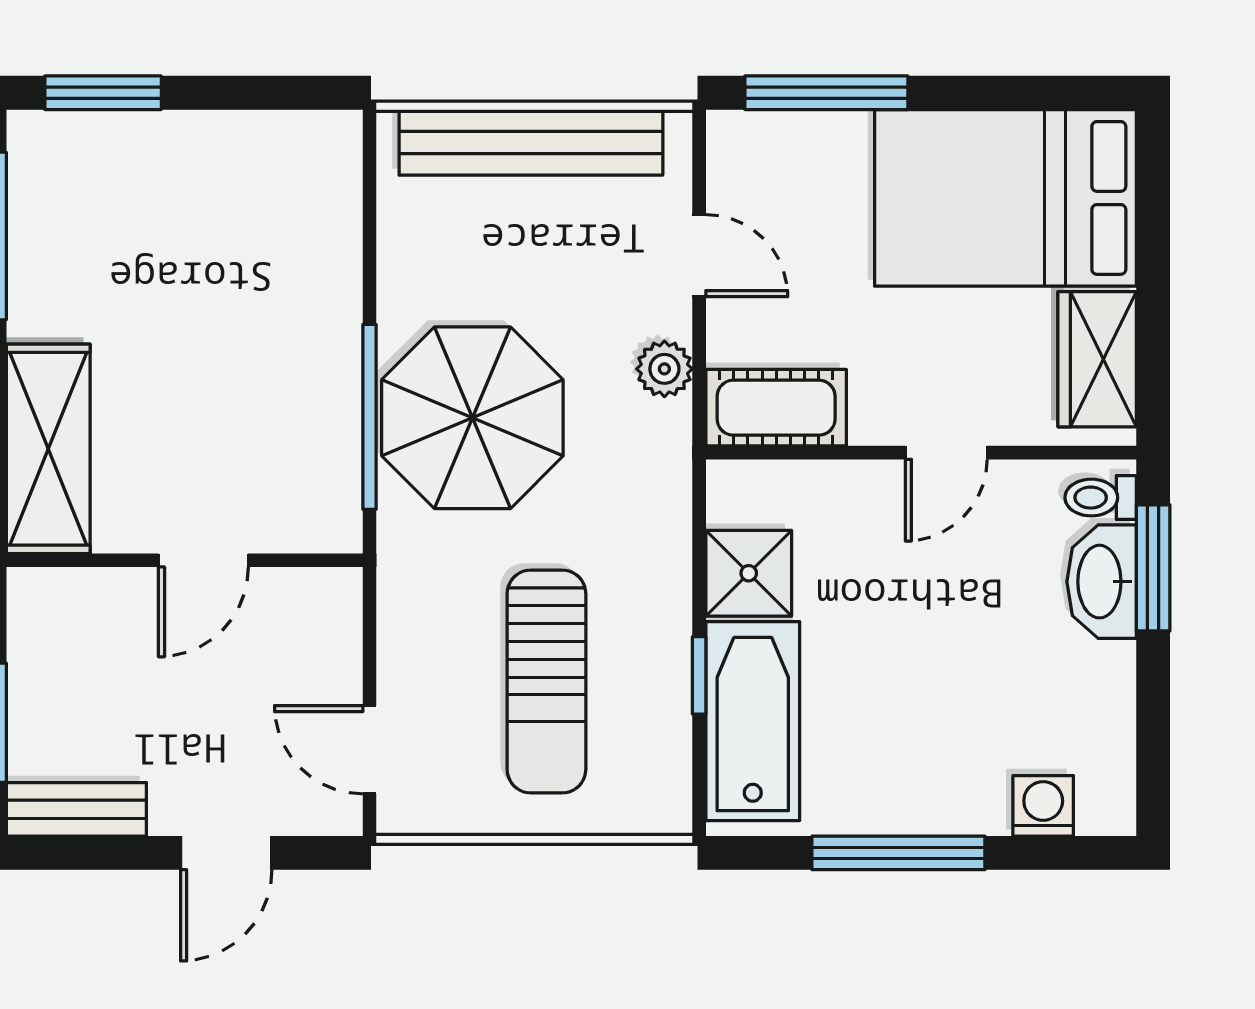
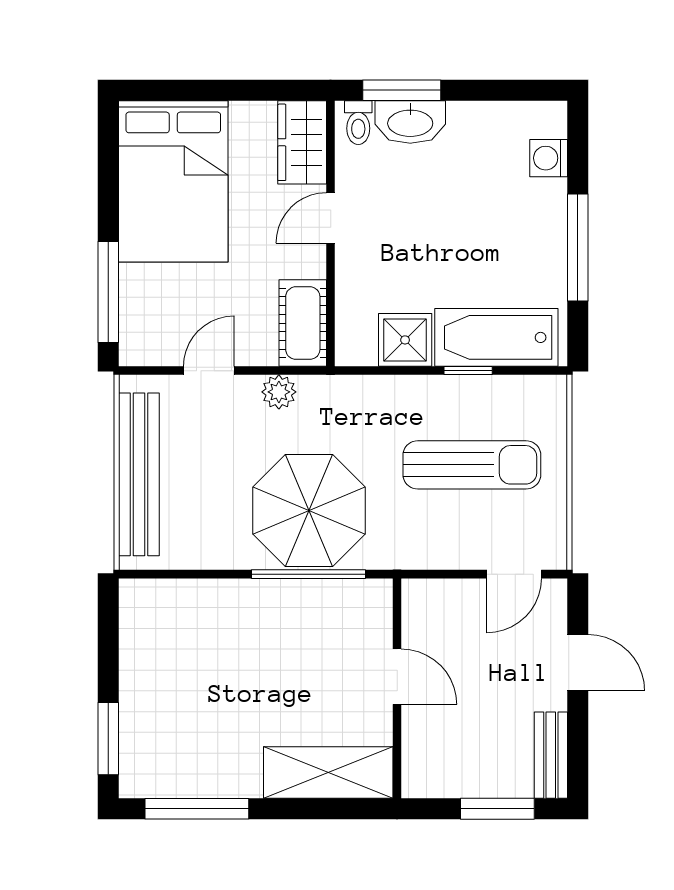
wardrobe: (1097, 359) -> (302, 142), moved, turned 90
door: (946, 453) -> (331, 218), swing flipped

